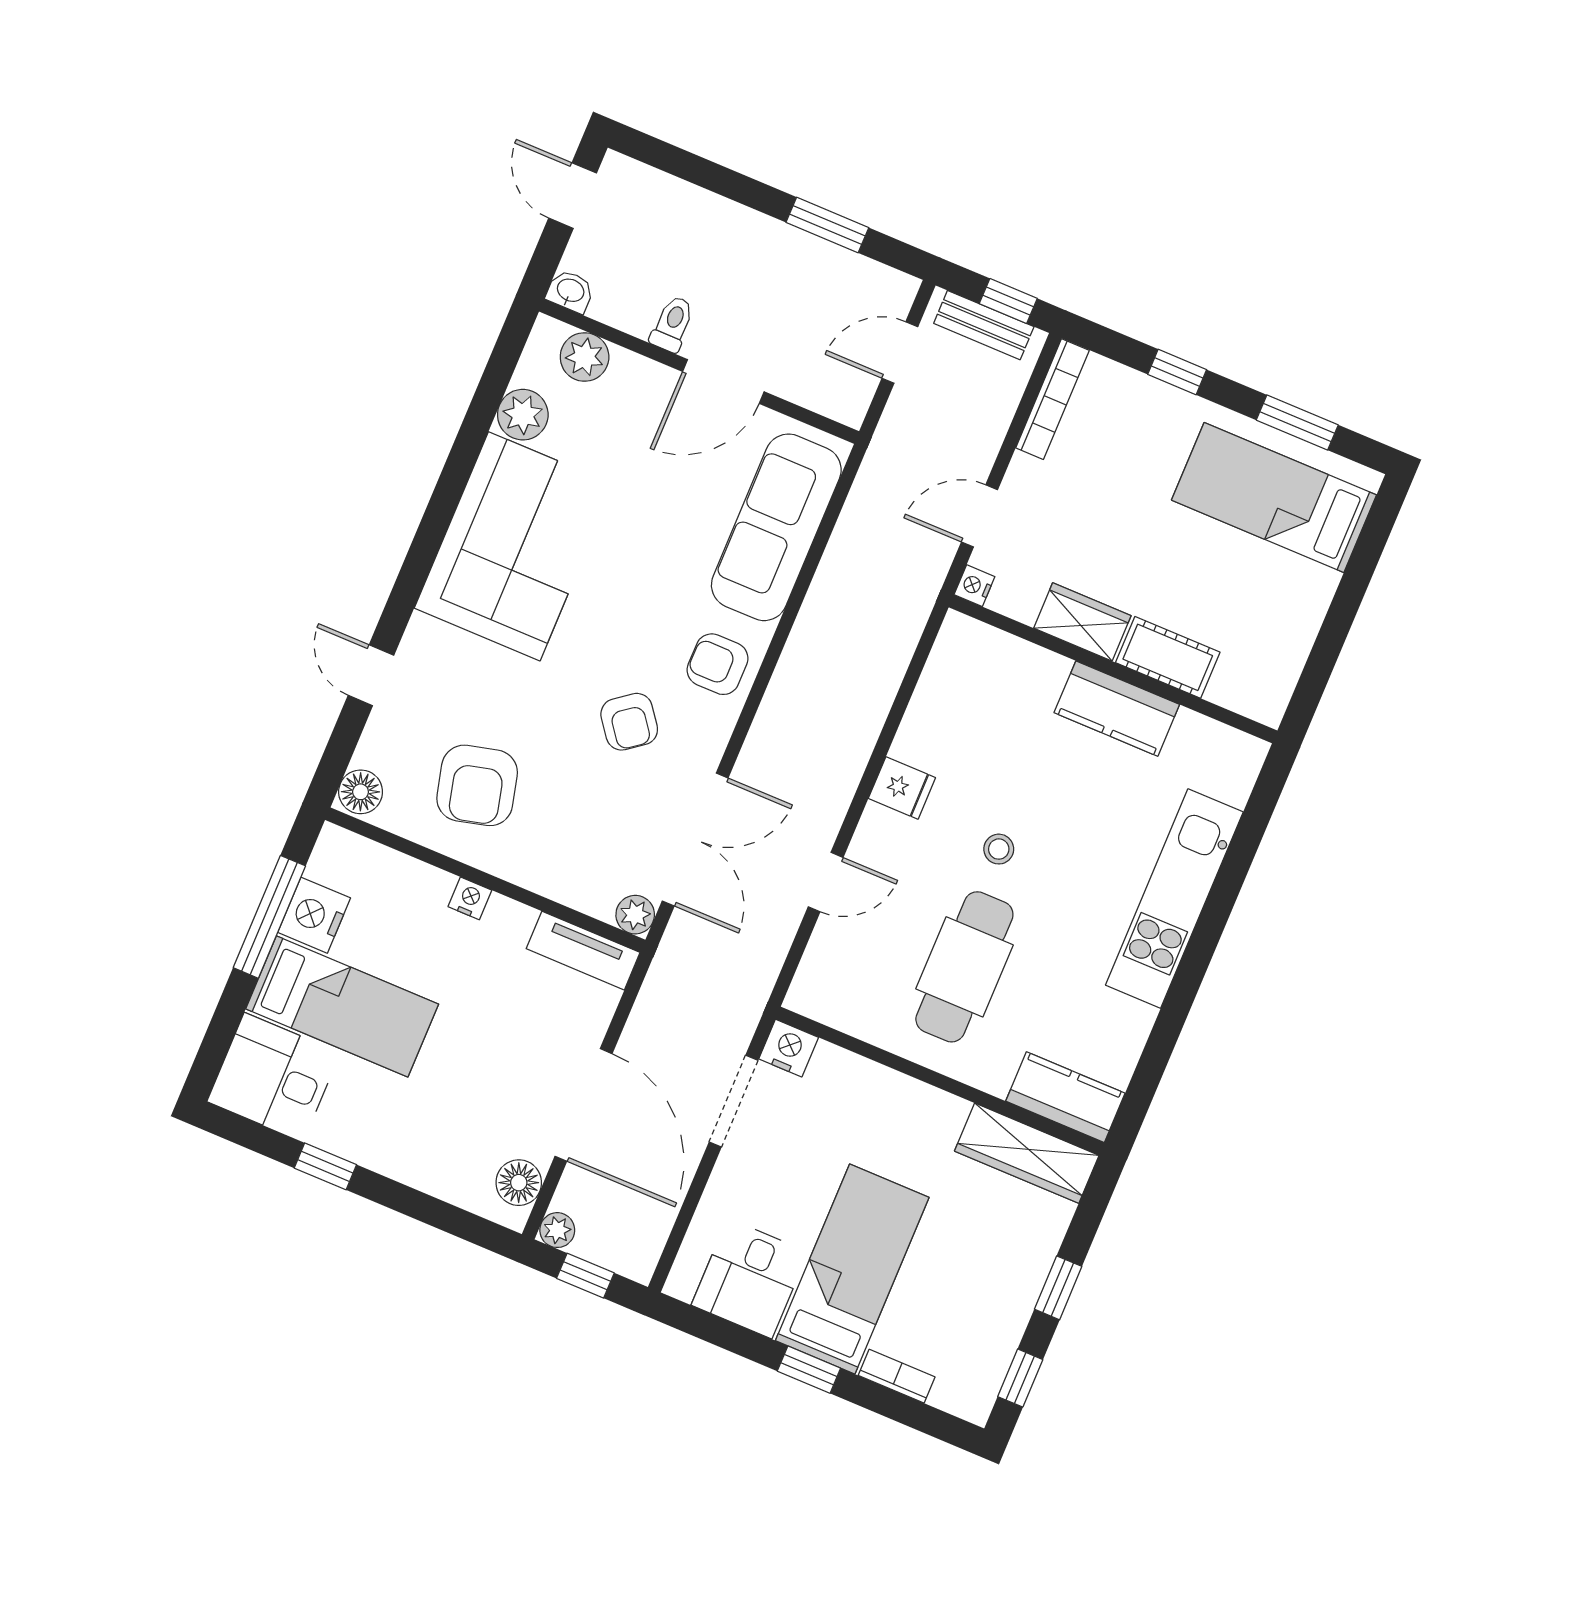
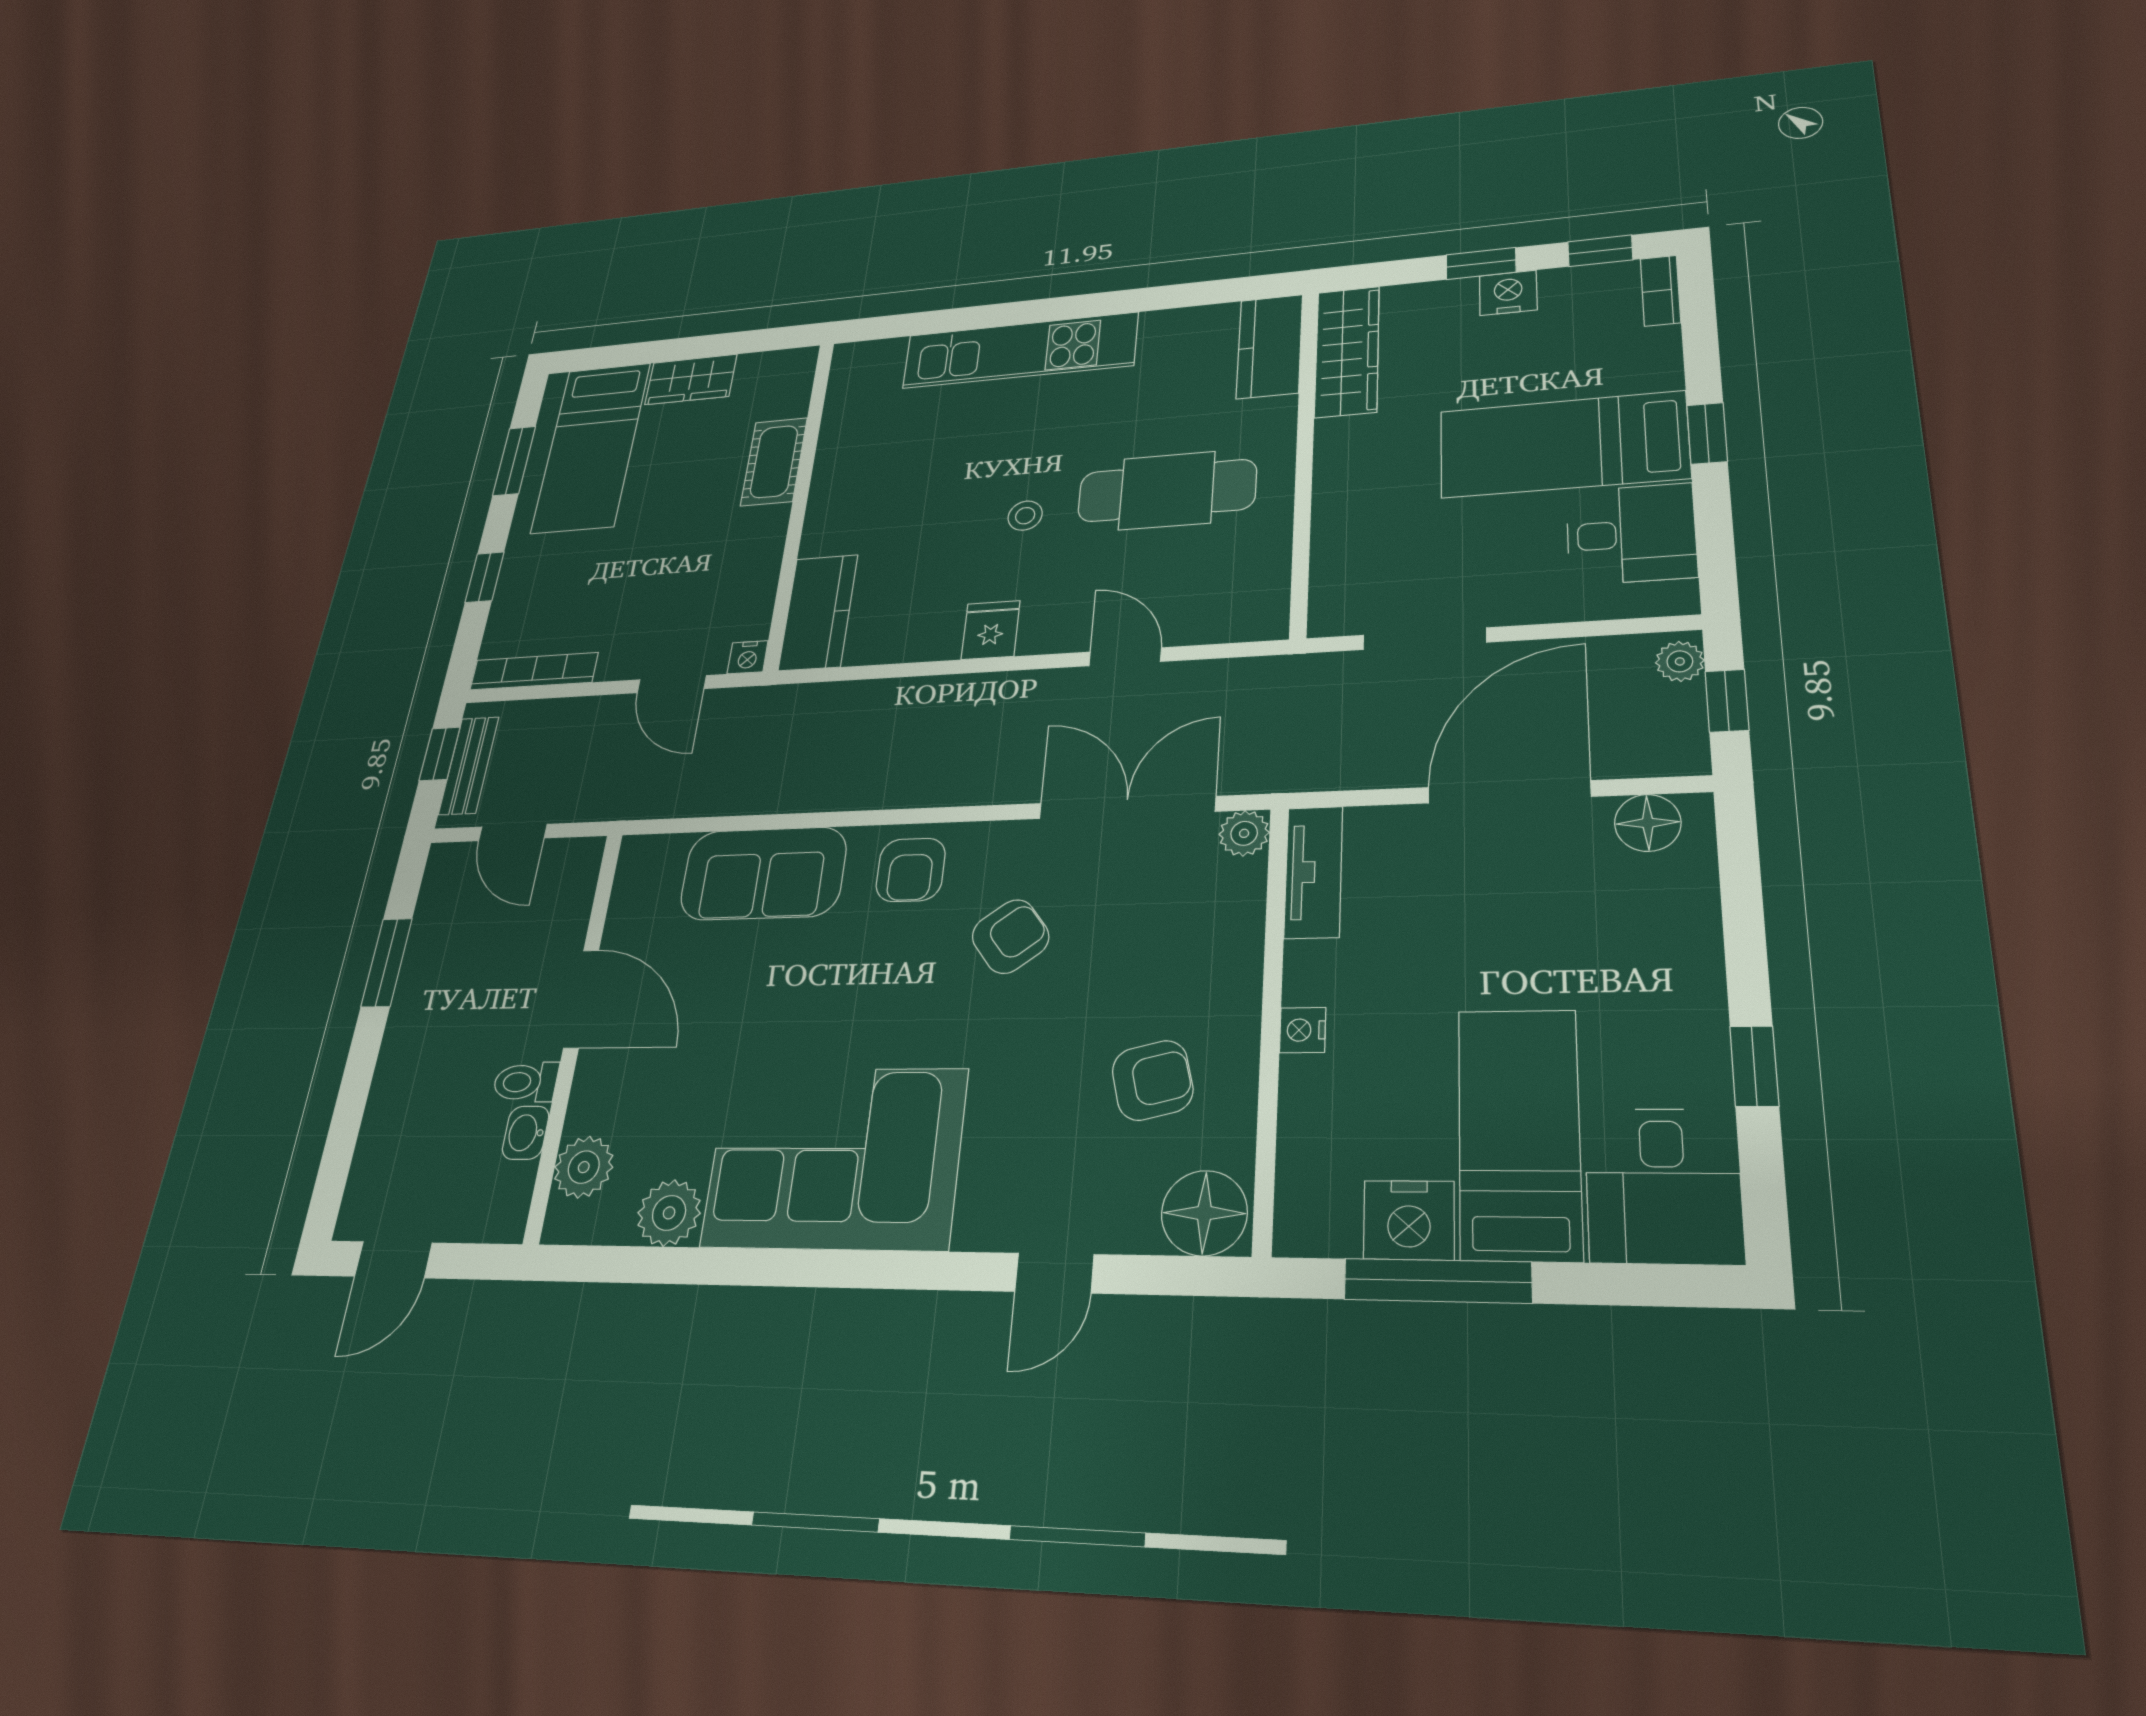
washbasin: (570, 291) -> (526, 1133), moved
sofa: (776, 527) -> (763, 873), width x0.73
wardrobe: (1082, 622) -> (691, 379), moved, turned -90
kitchen counter: (1117, 709) -> (818, 612), moved
armchair: (477, 785) -> (1153, 1080), width x0.72, depth x0.72
floor lamp: (361, 792) -> (1204, 1213), width x1.38, depth x1.38
nightstand: (789, 1048) -> (1508, 293), moved, turned 90
plant: (557, 1230) -> (1680, 661), moved
bookcase: (897, 1376) -> (1660, 291), moved

